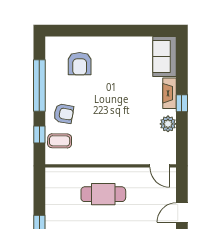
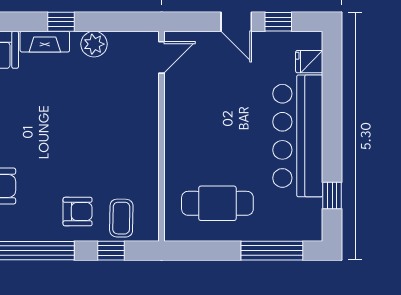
armchair: (64, 114) -> (78, 212), turned 80
cafe table: (103, 194) -> (217, 203), moved, turned 90

